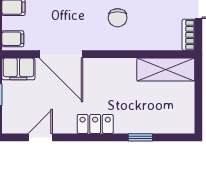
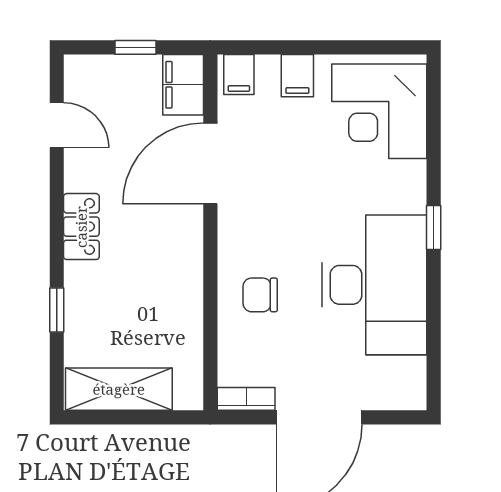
chair: (118, 18) -> (260, 295), moved
shelving: (166, 69) -> (119, 389), moved, turned 90

